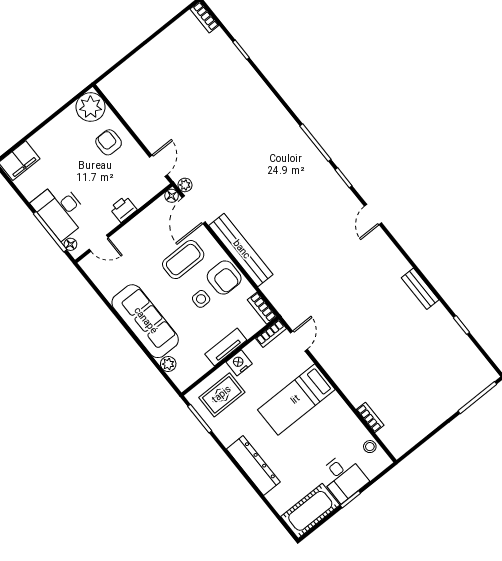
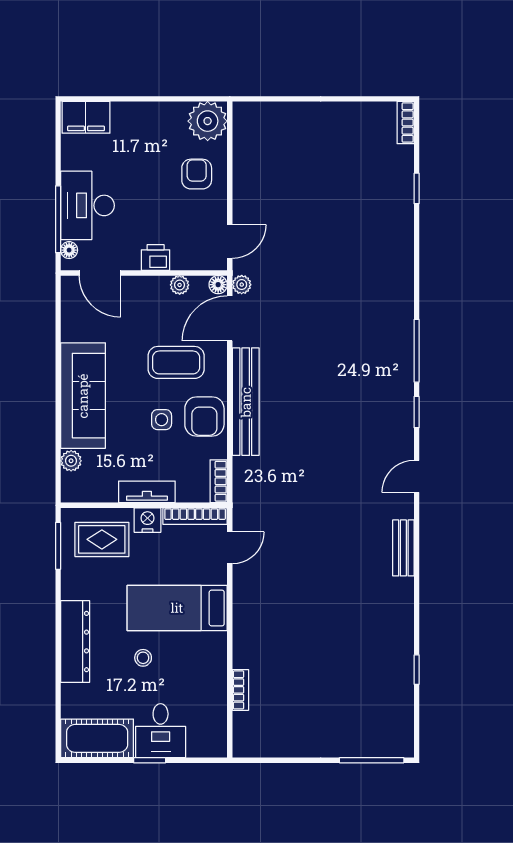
plant: (150, 214) -> (180, 285), added
door: (99, 243) -> (100, 273), width x1.38
bench: (420, 289) -> (403, 548), moved
bookcase: (271, 333) -> (195, 516), width x1.56
stool: (370, 447) -> (143, 658), moved

